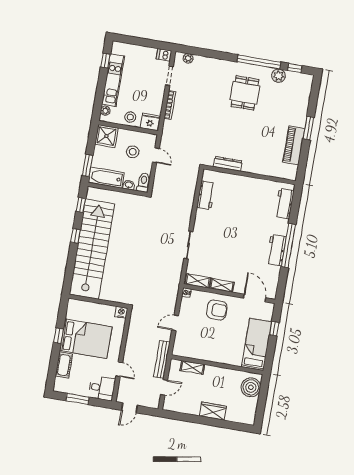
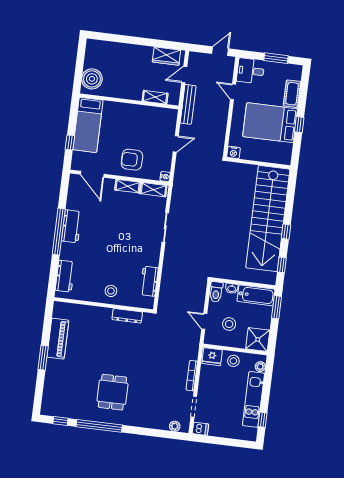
plant: (279, 76) -> (77, 412), removed
stool: (242, 188) -> (111, 291), added
wardrobe: (213, 411) -> (166, 56), moved

